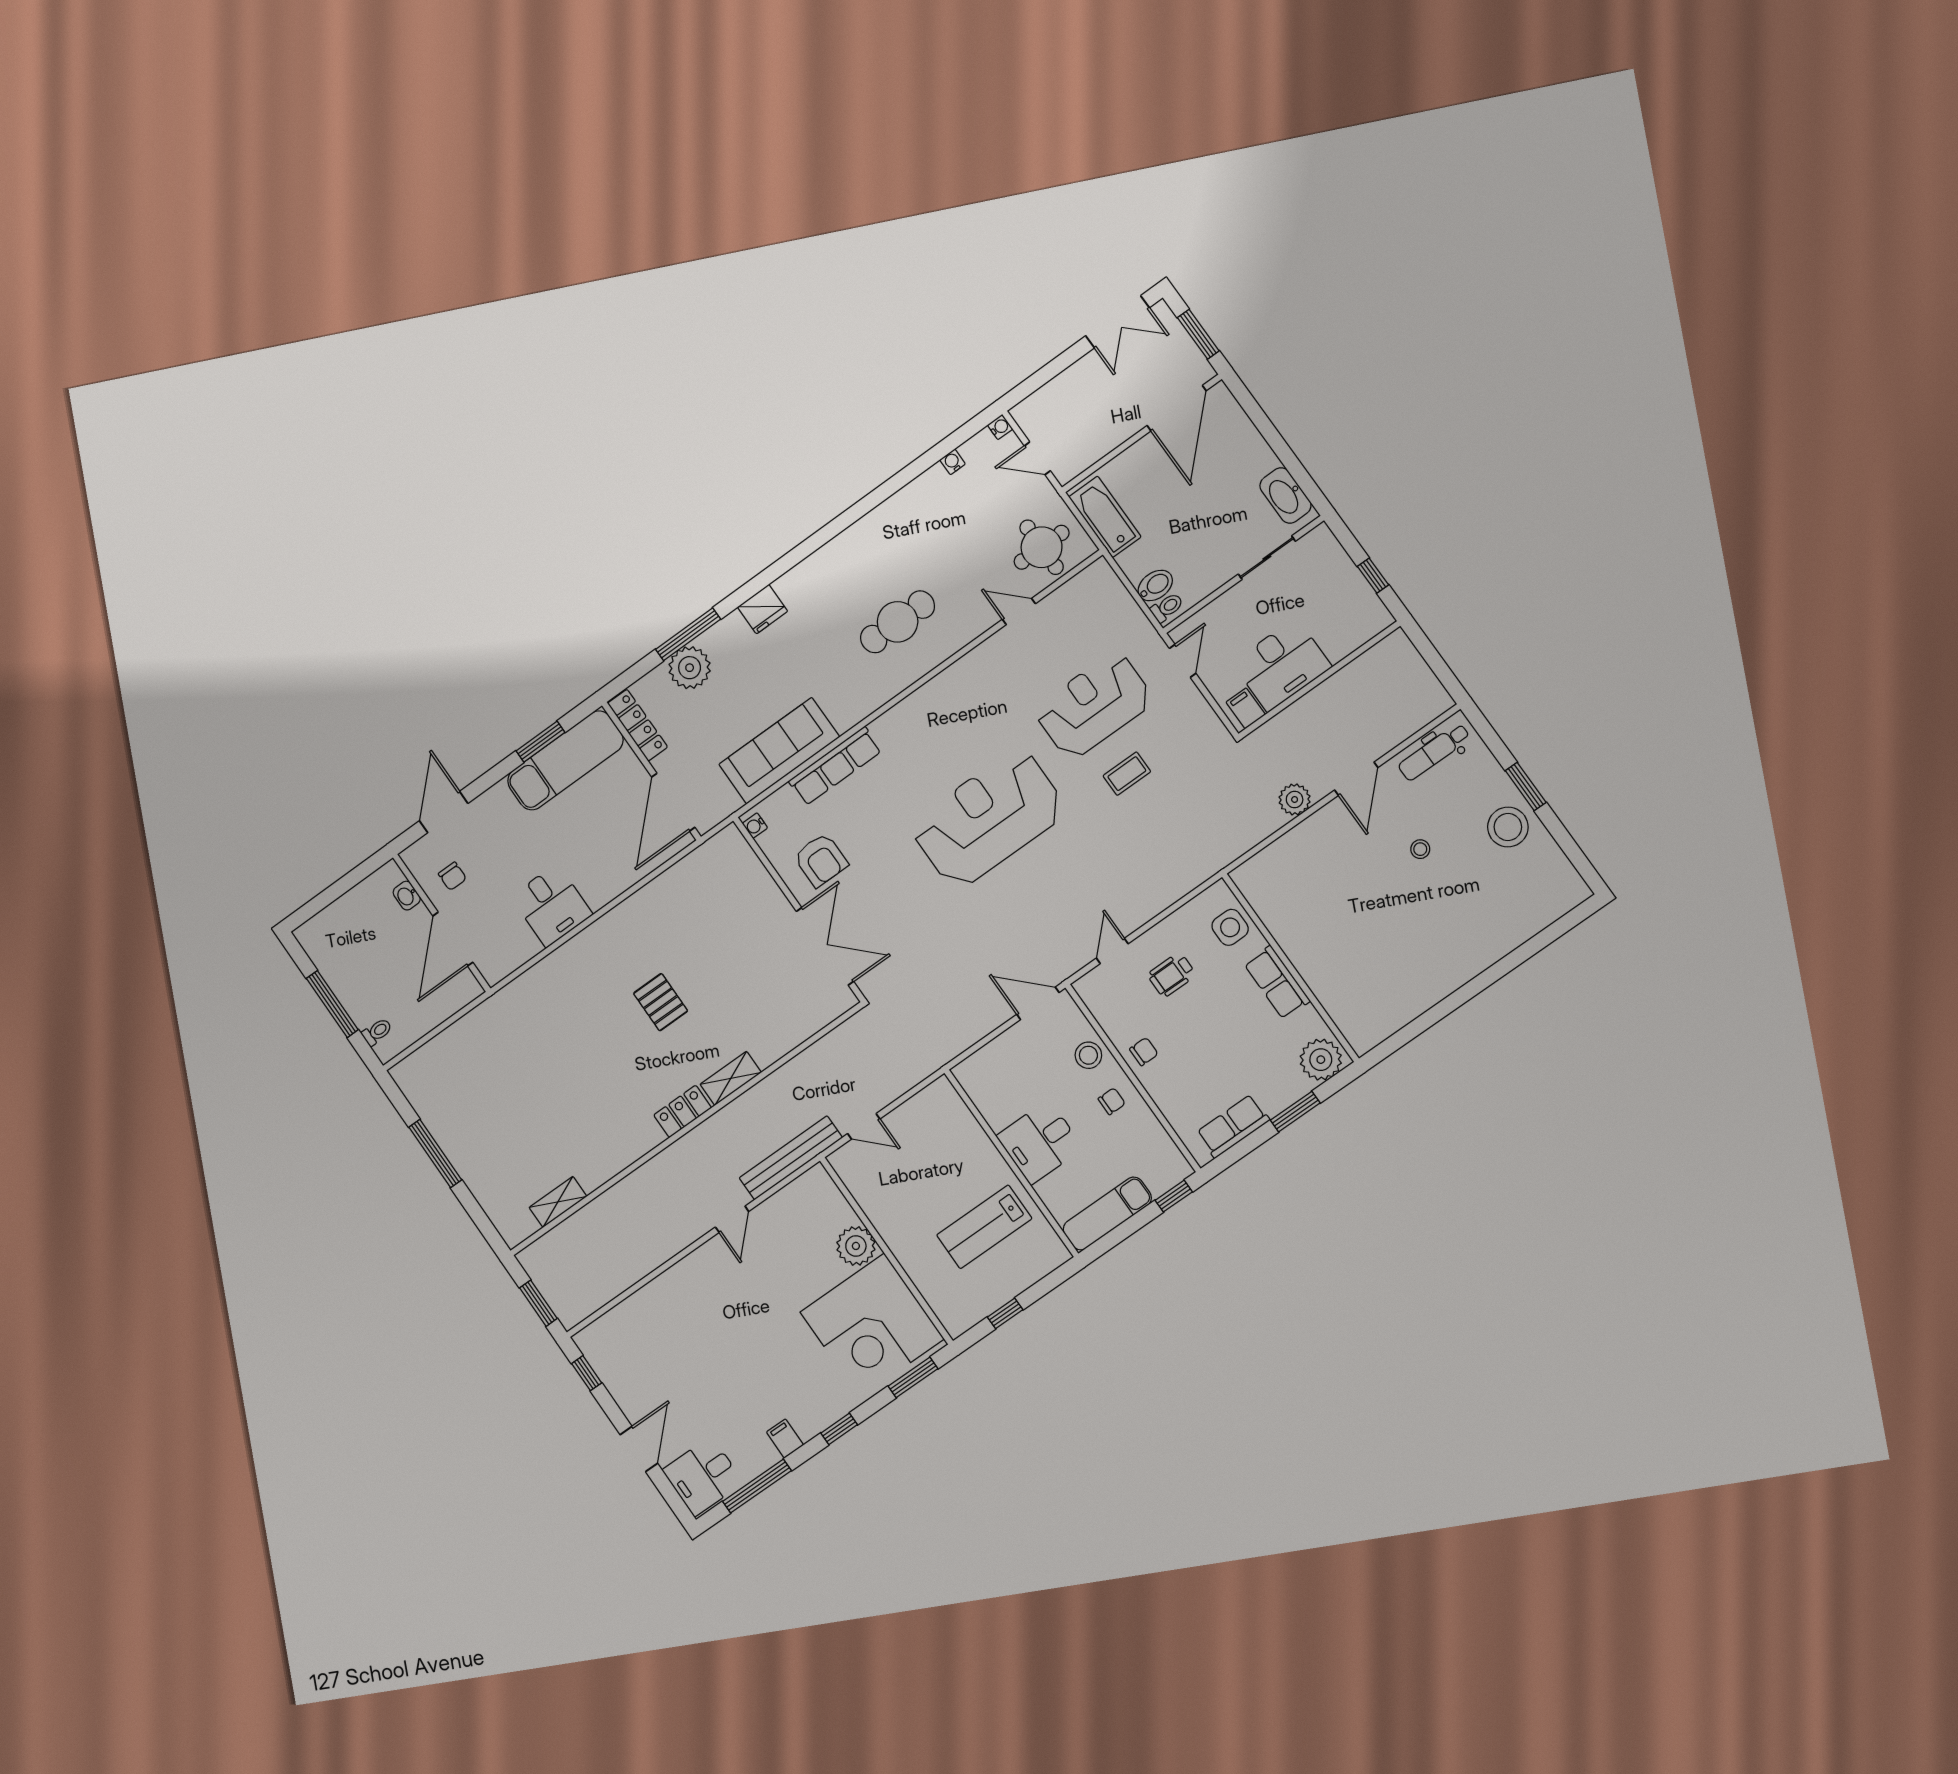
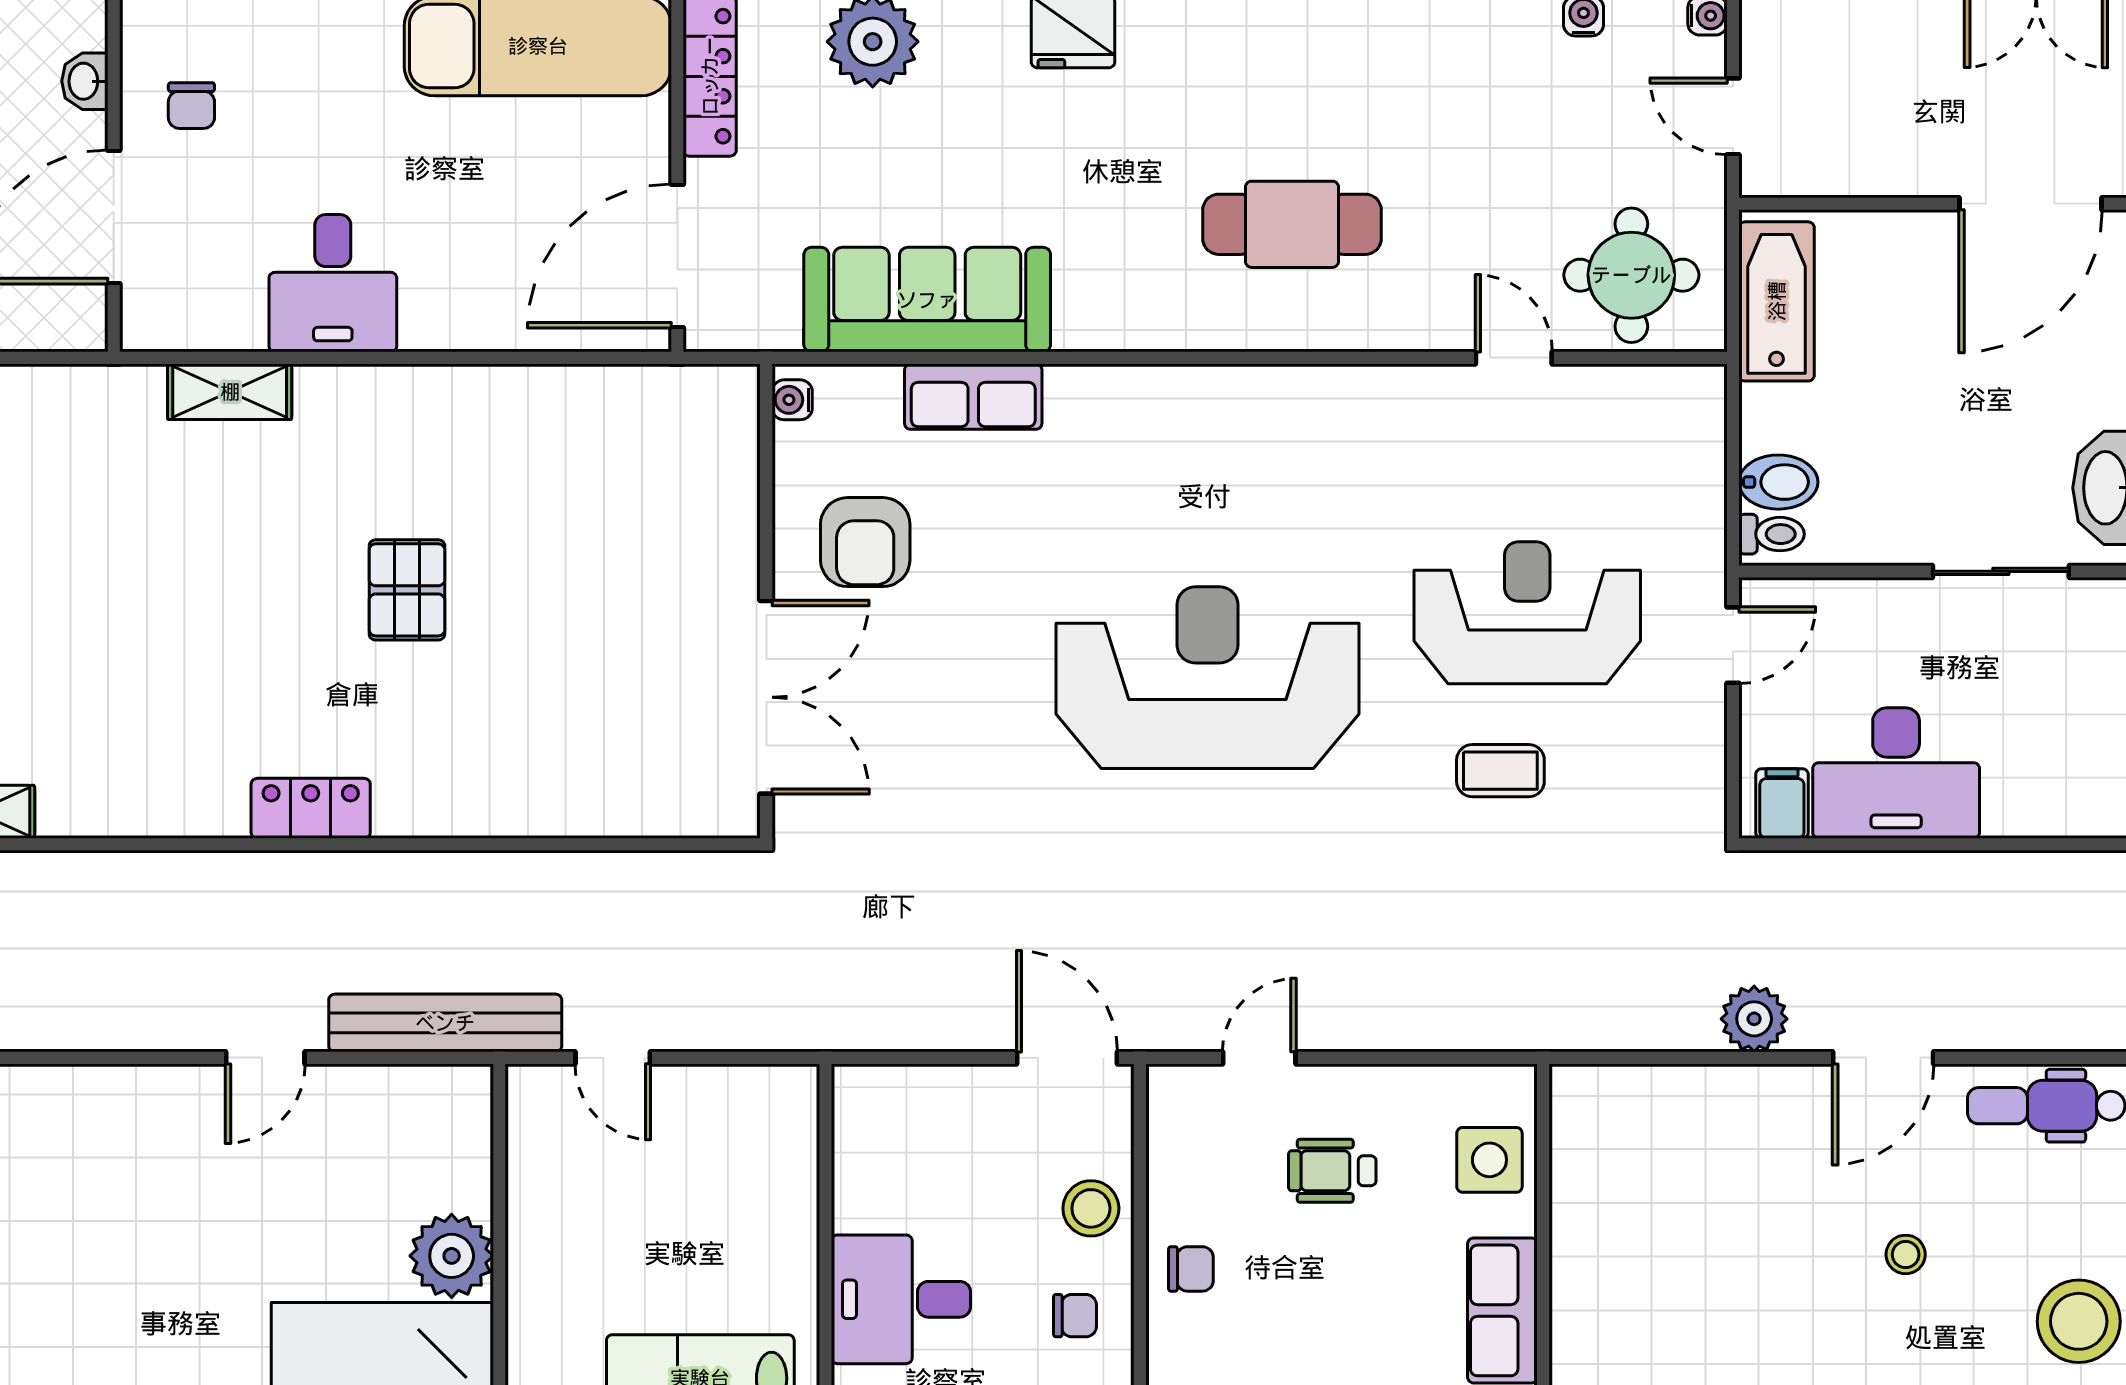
row of seats: (835, 766) -> (973, 397), width x0.68
shelving: (731, 1078) -> (230, 392), moved

